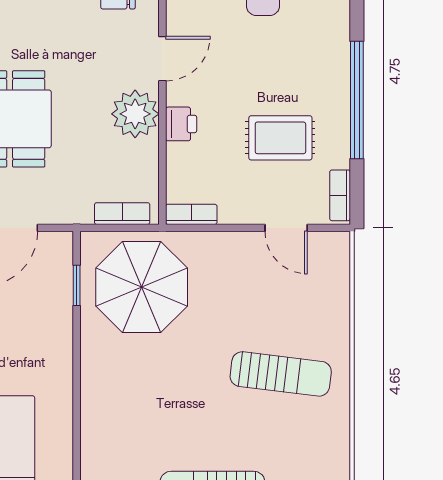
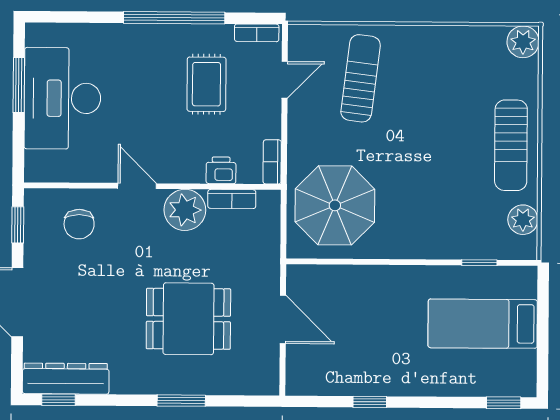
printer: (181, 124) -> (221, 170), moved
bookcase: (122, 214) -> (232, 199), moved, turned -90
window: (77, 285) -> (479, 263), moved
sun lounger: (281, 374) -> (361, 78), moved

